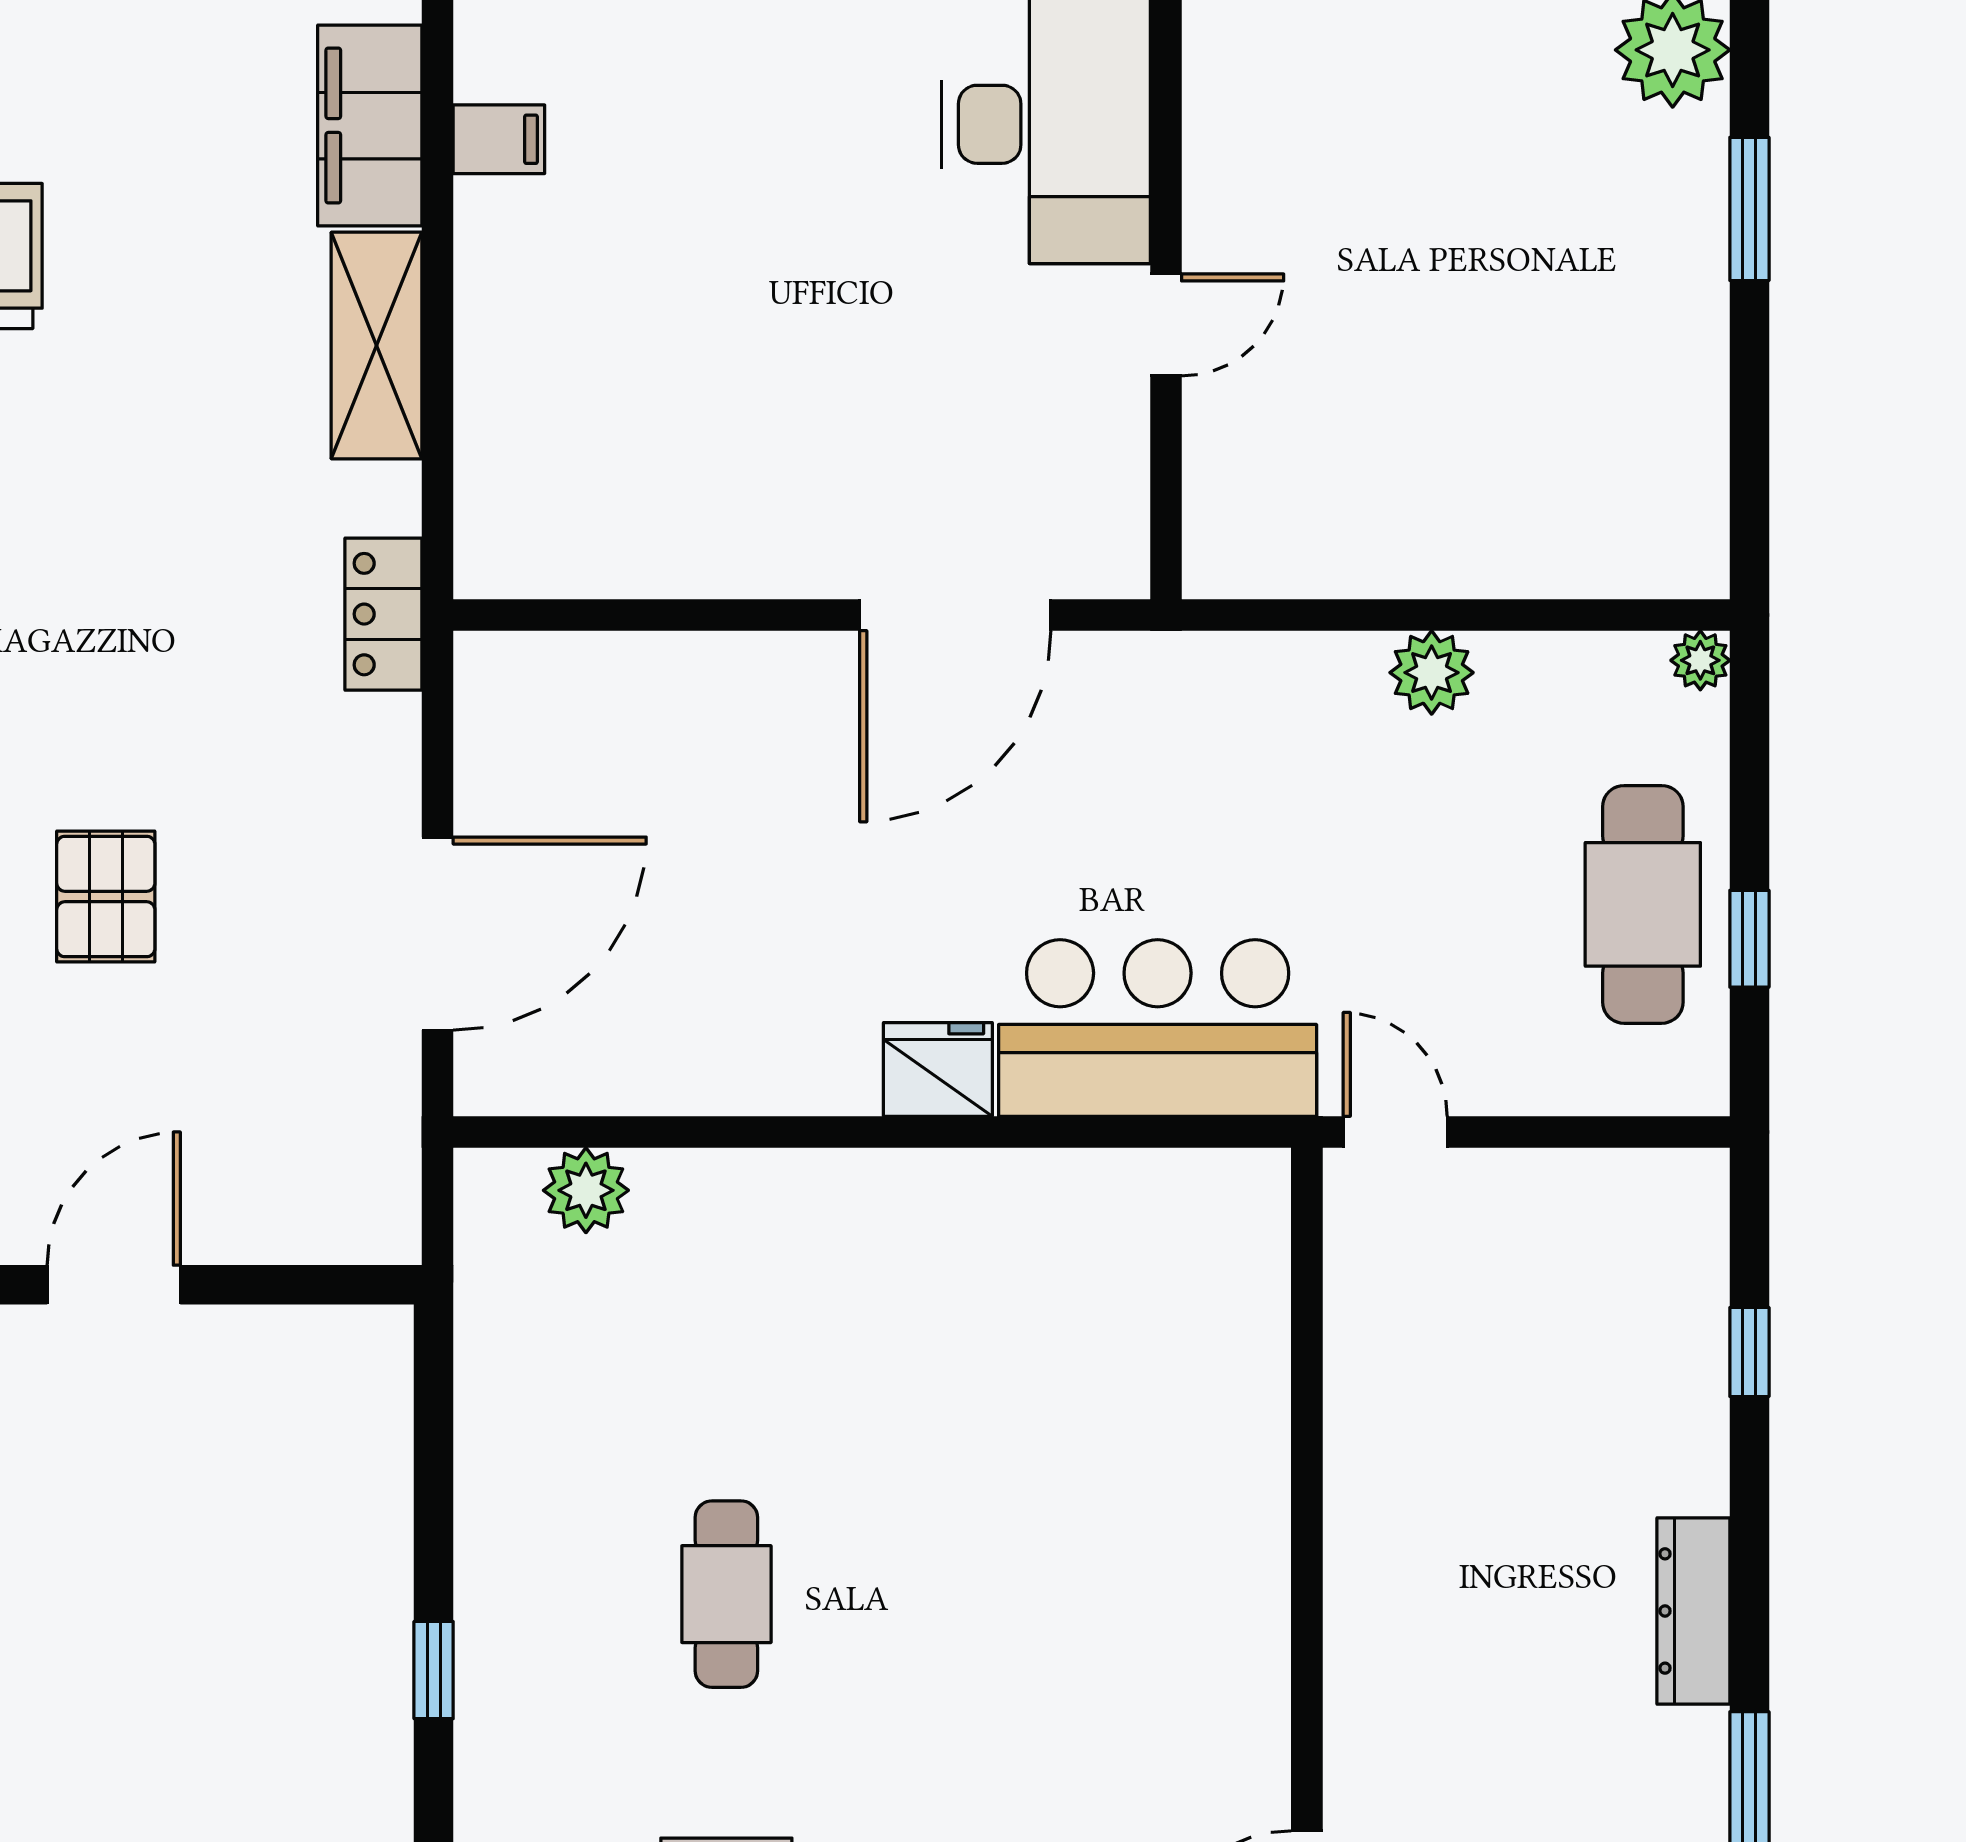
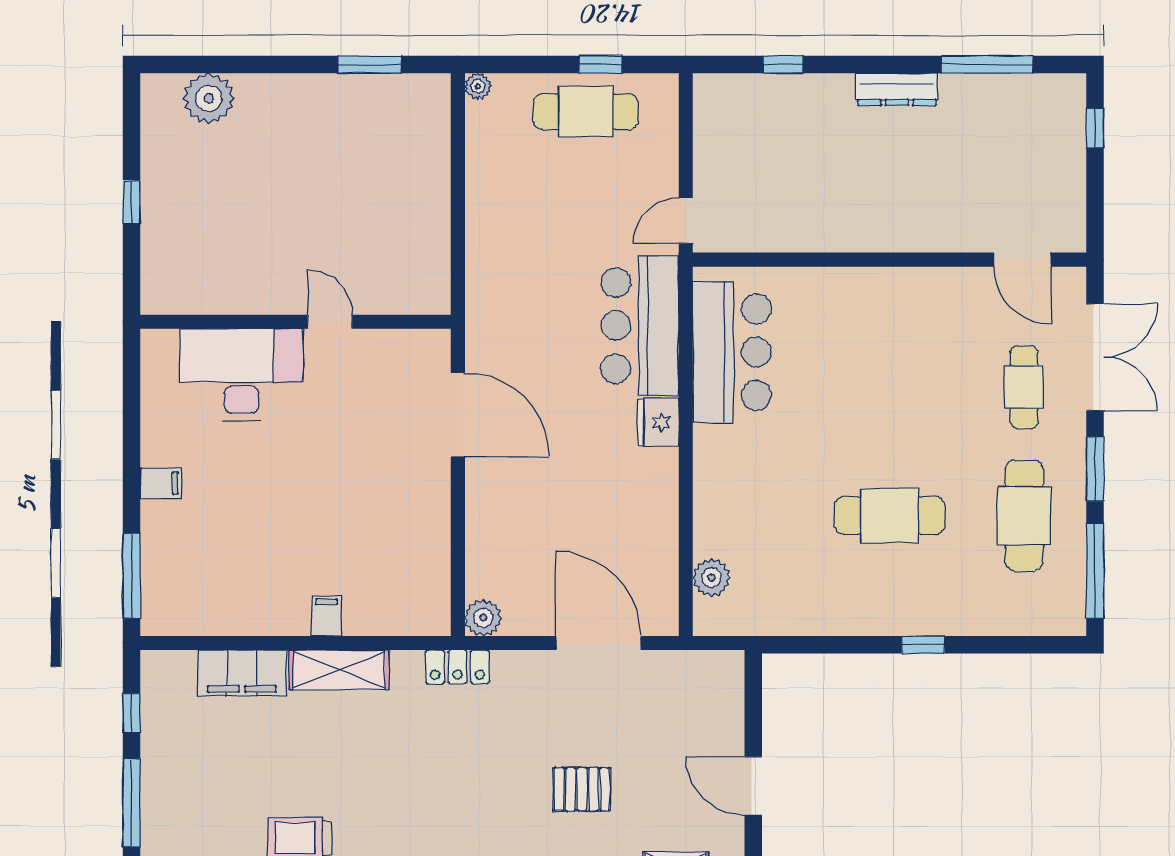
filing cabinet: (499, 139) -> (326, 616), moved
window: (1749, 209) -> (370, 65), moved
plant: (1432, 673) -> (483, 618), moved
bar counter: (1097, 1237) -> (732, 352), added
cafe table: (726, 1594) -> (890, 516), width x1.37, depth x1.35

